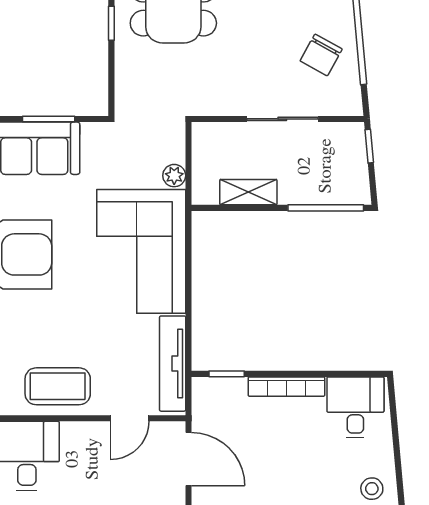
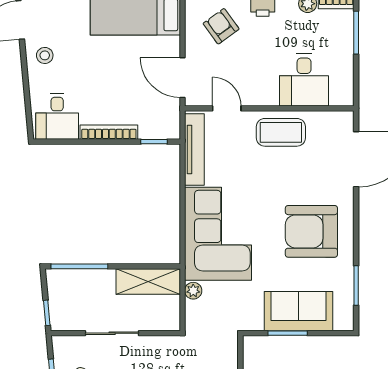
shelving: (248, 192) -> (148, 281), width x1.50, depth x1.33
door: (130, 418) -> (227, 108), hinge flipped

